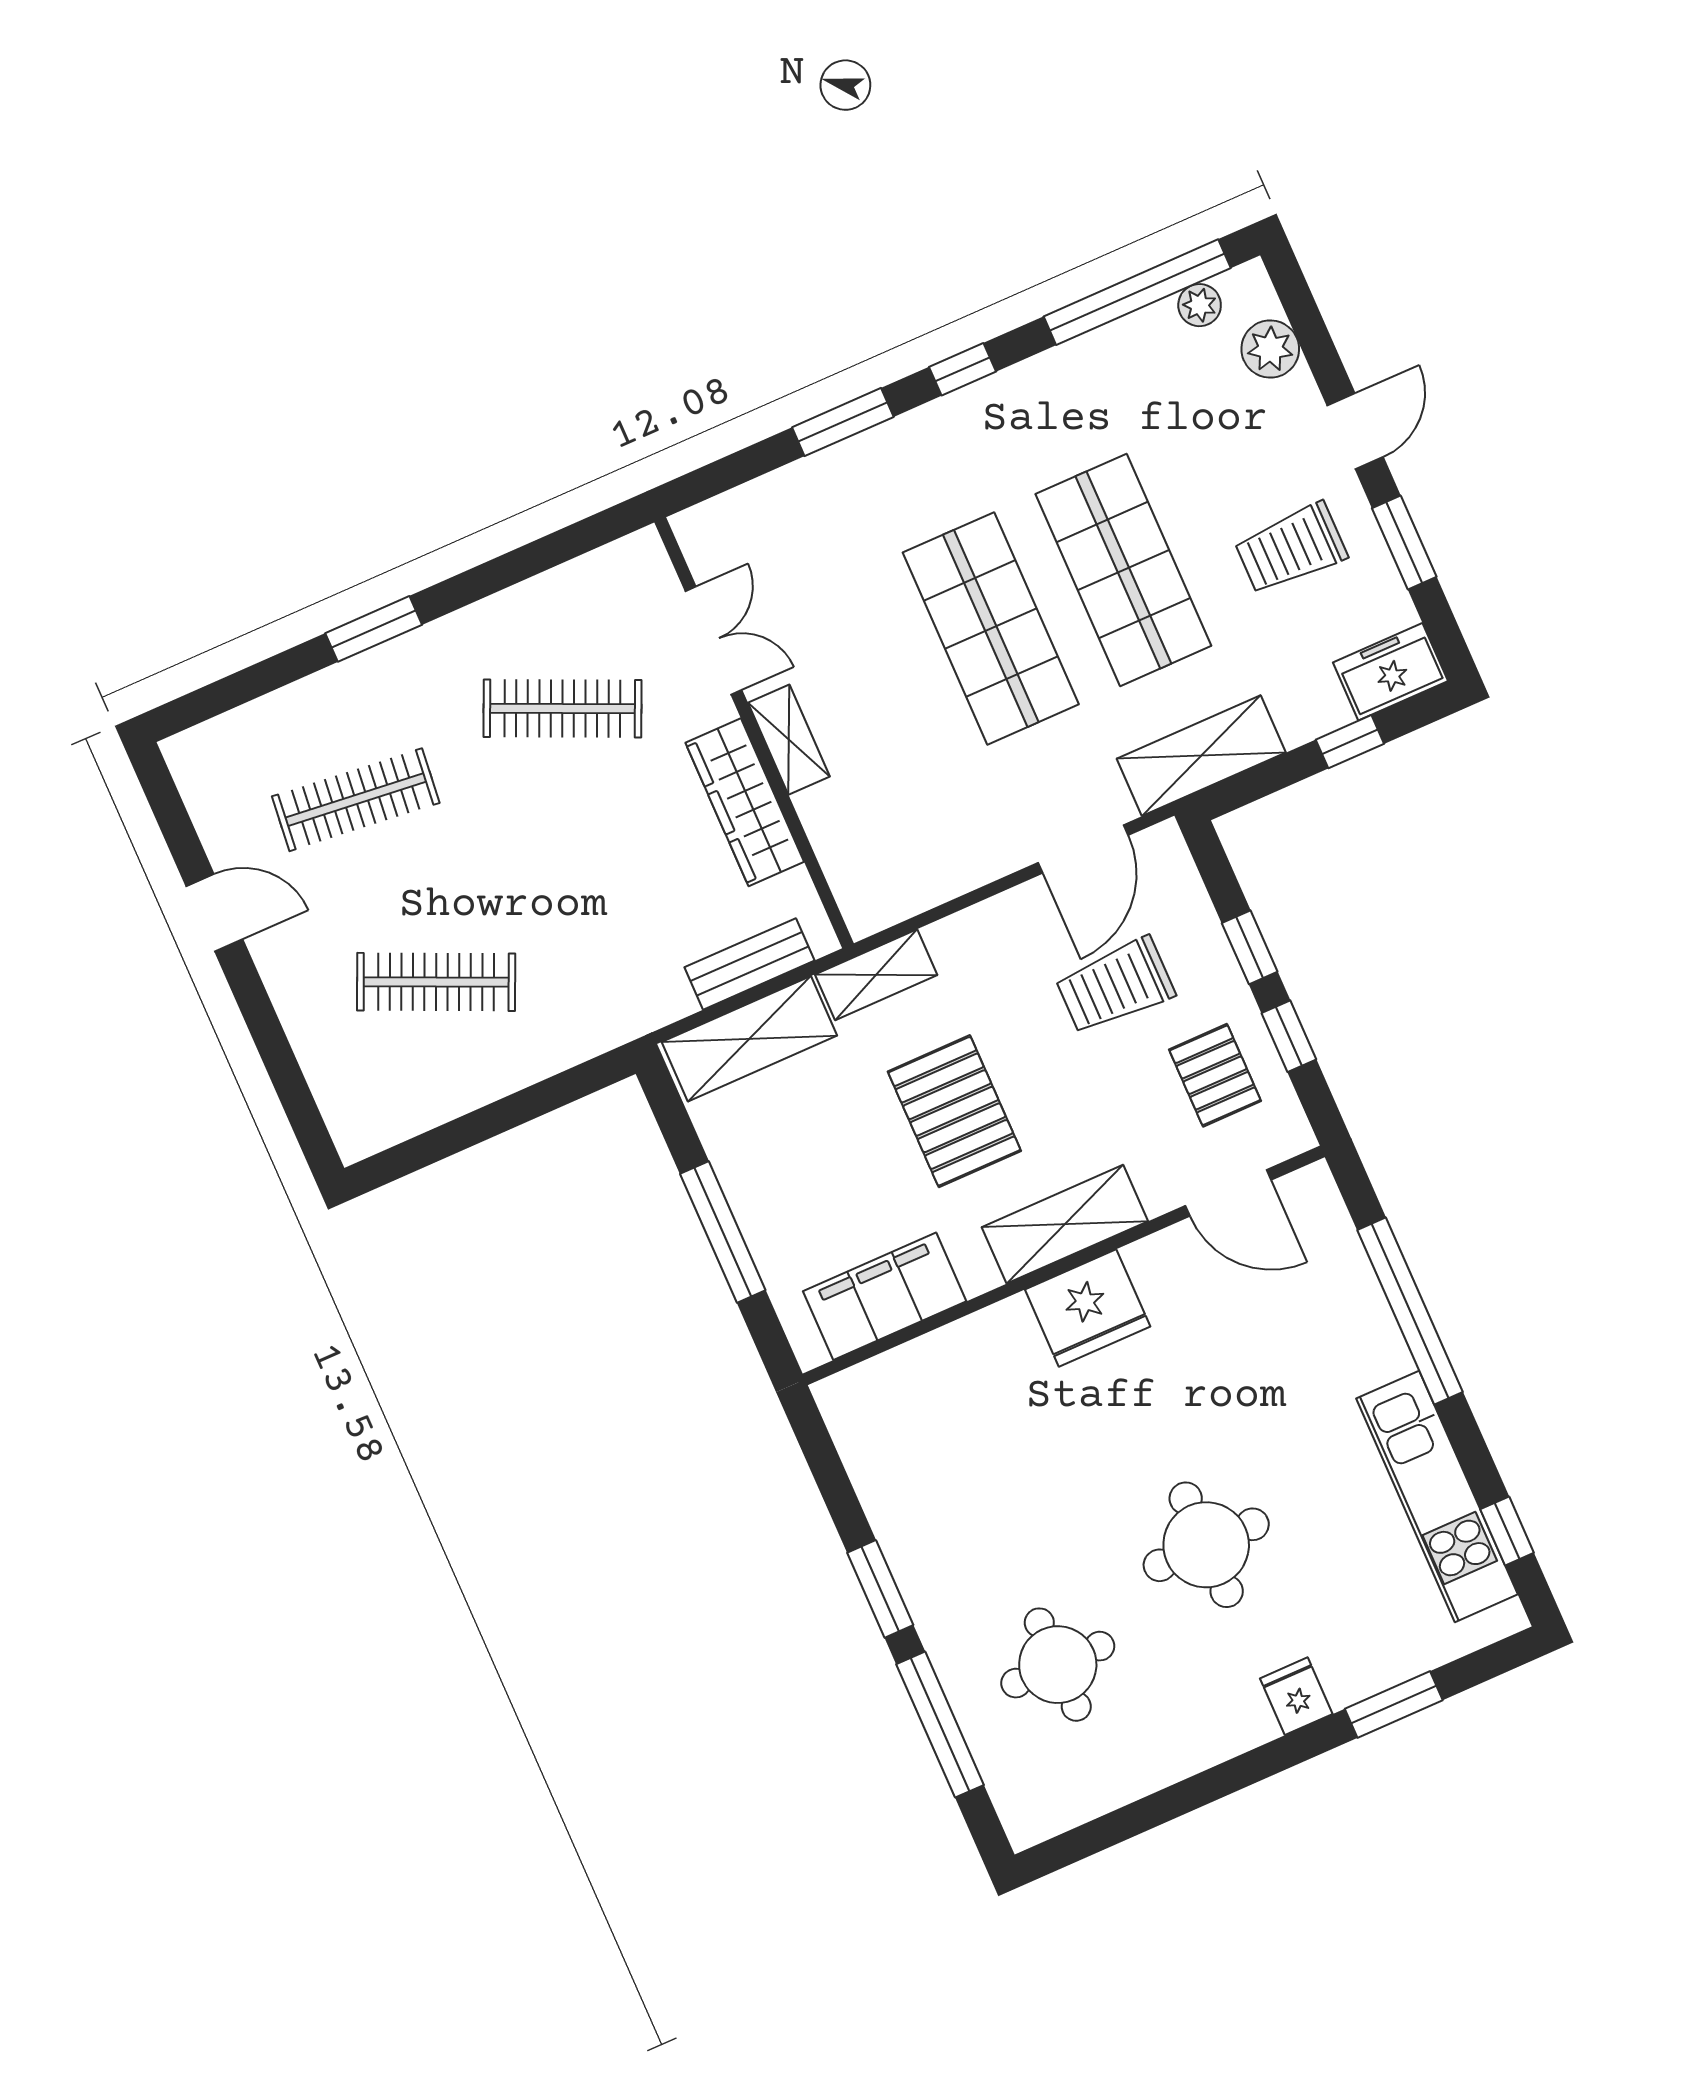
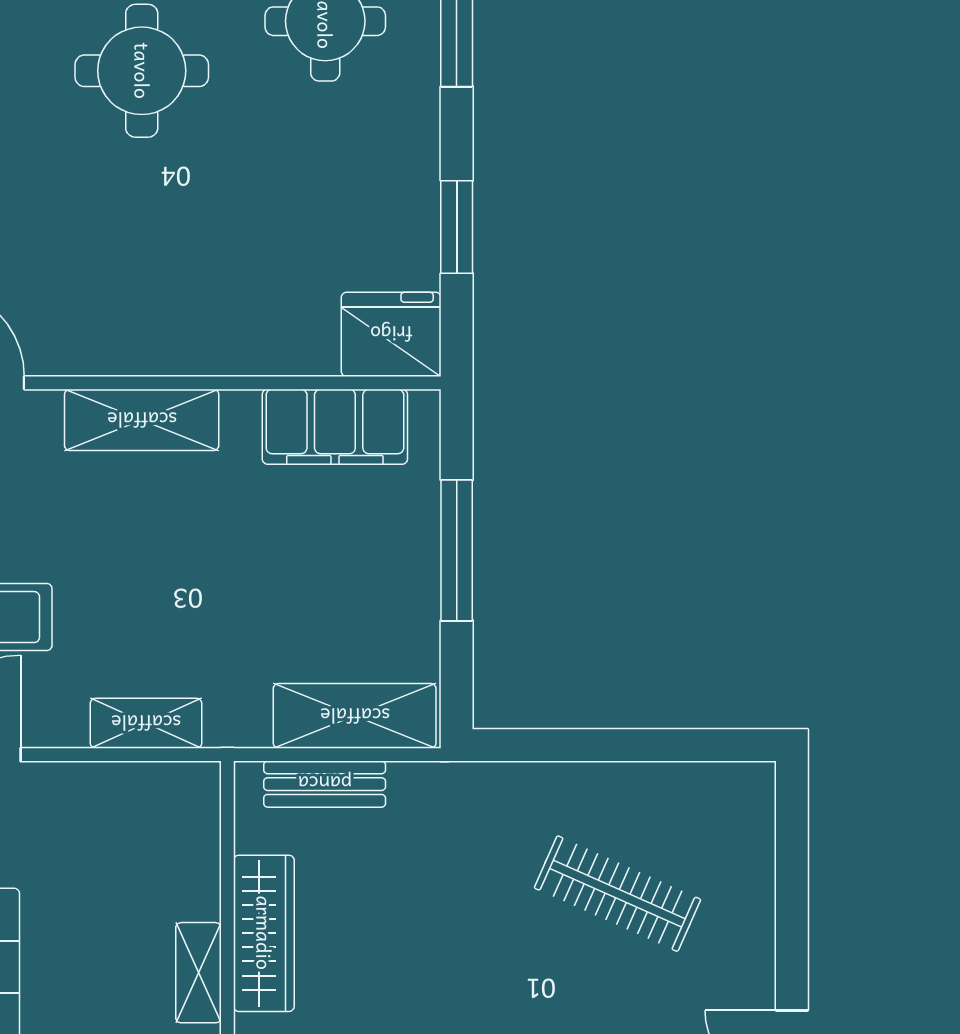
shelving: (876, 975) -> (146, 723), moved
pallet: (954, 1111) -> (197, 567), removed
fridge: (1088, 1308) -> (391, 334), moved
window: (880, 1589) -> (457, 227), moved

